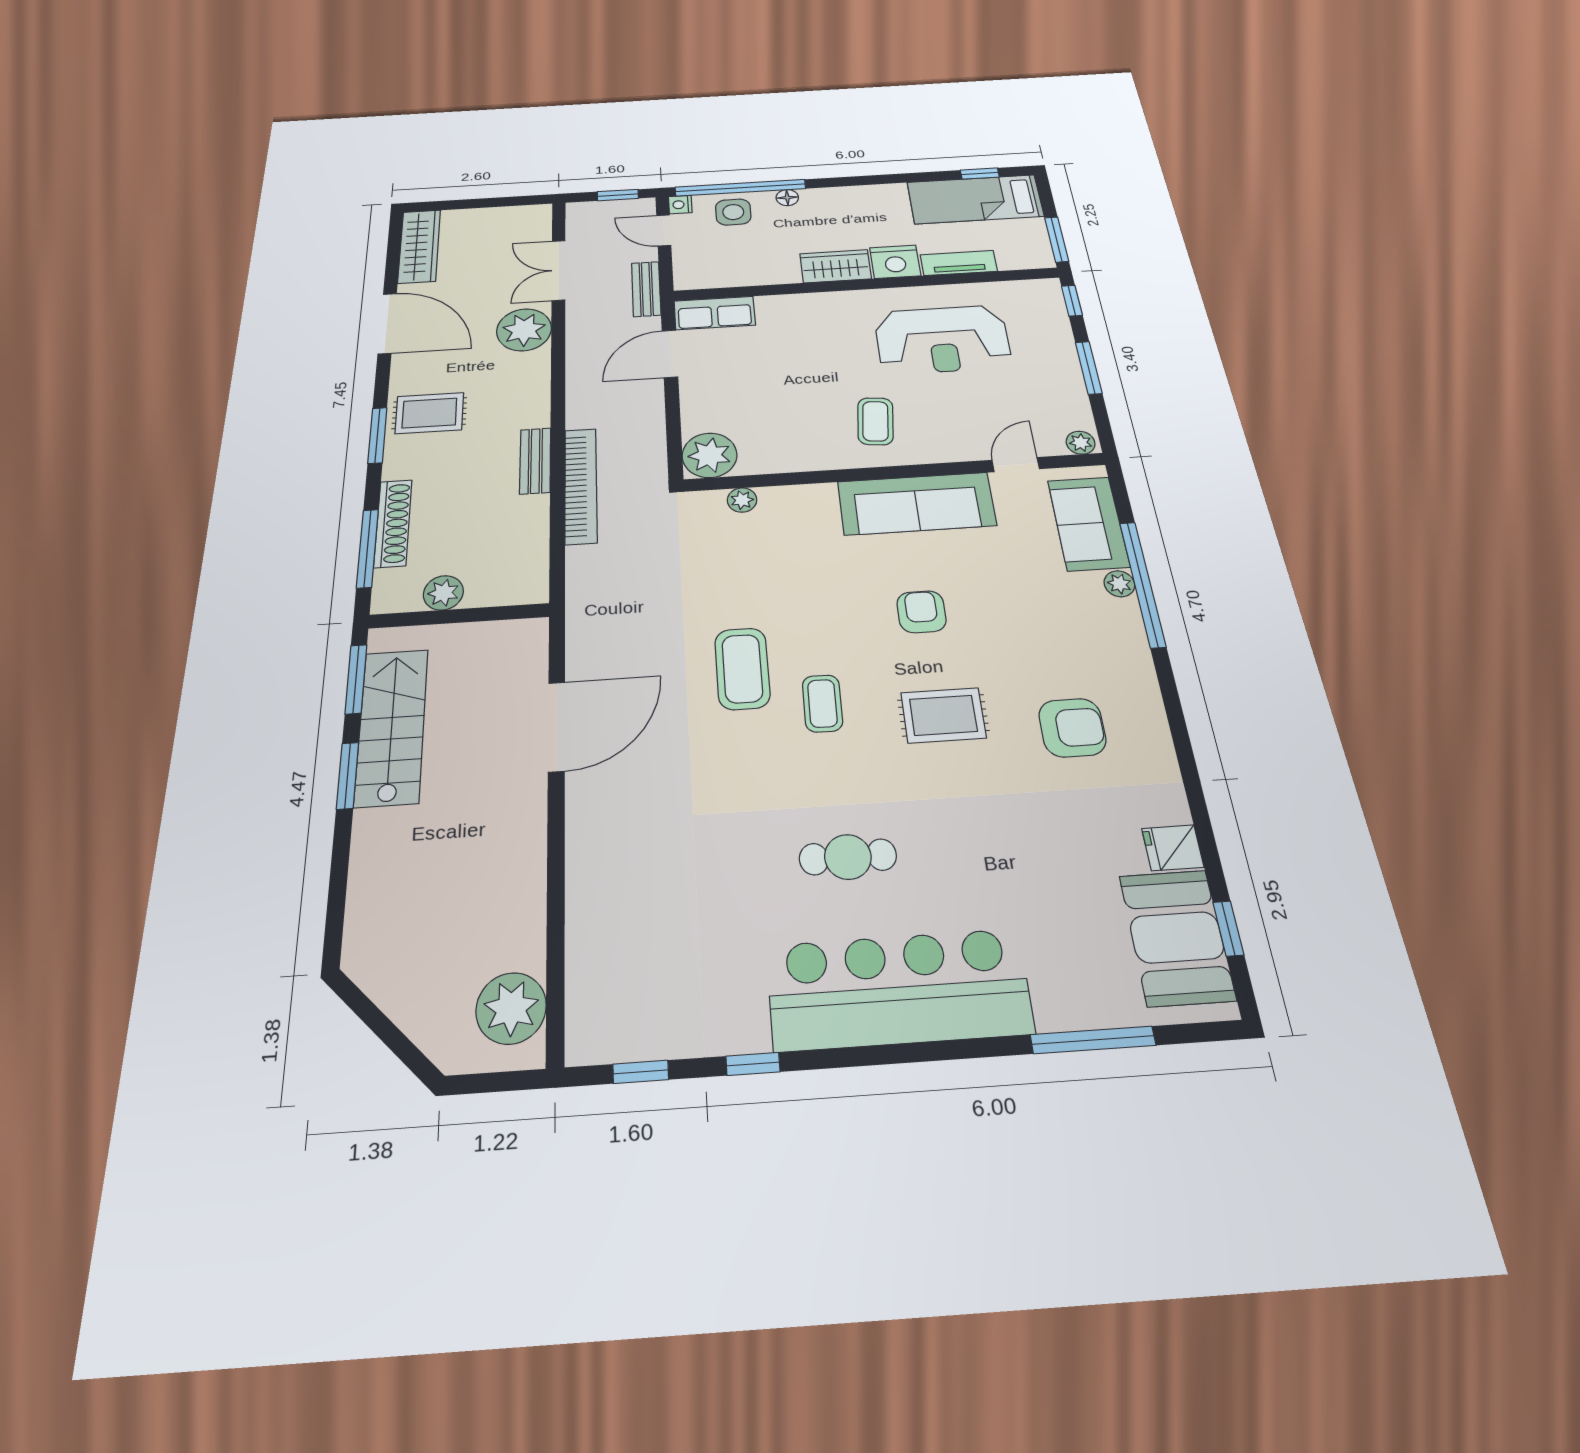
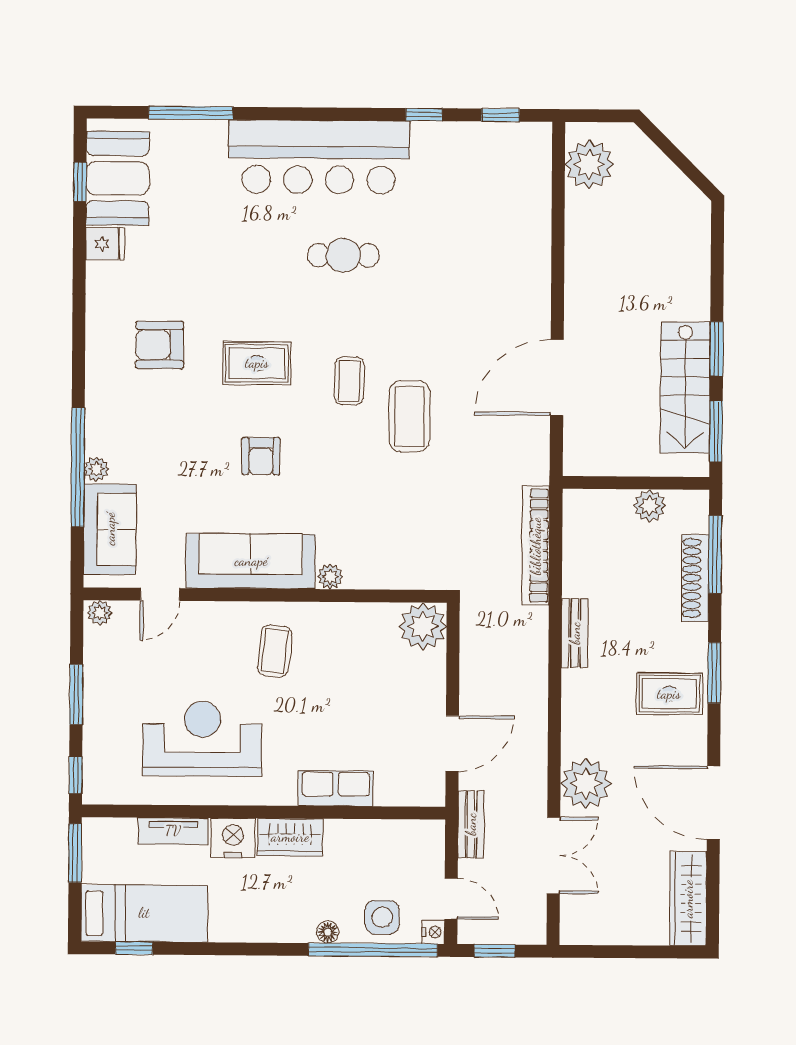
row of seats: (715, 313) -> (336, 788), moved
bookcase: (581, 486) -> (536, 546), moved
plant: (742, 500) -> (330, 577), moved

